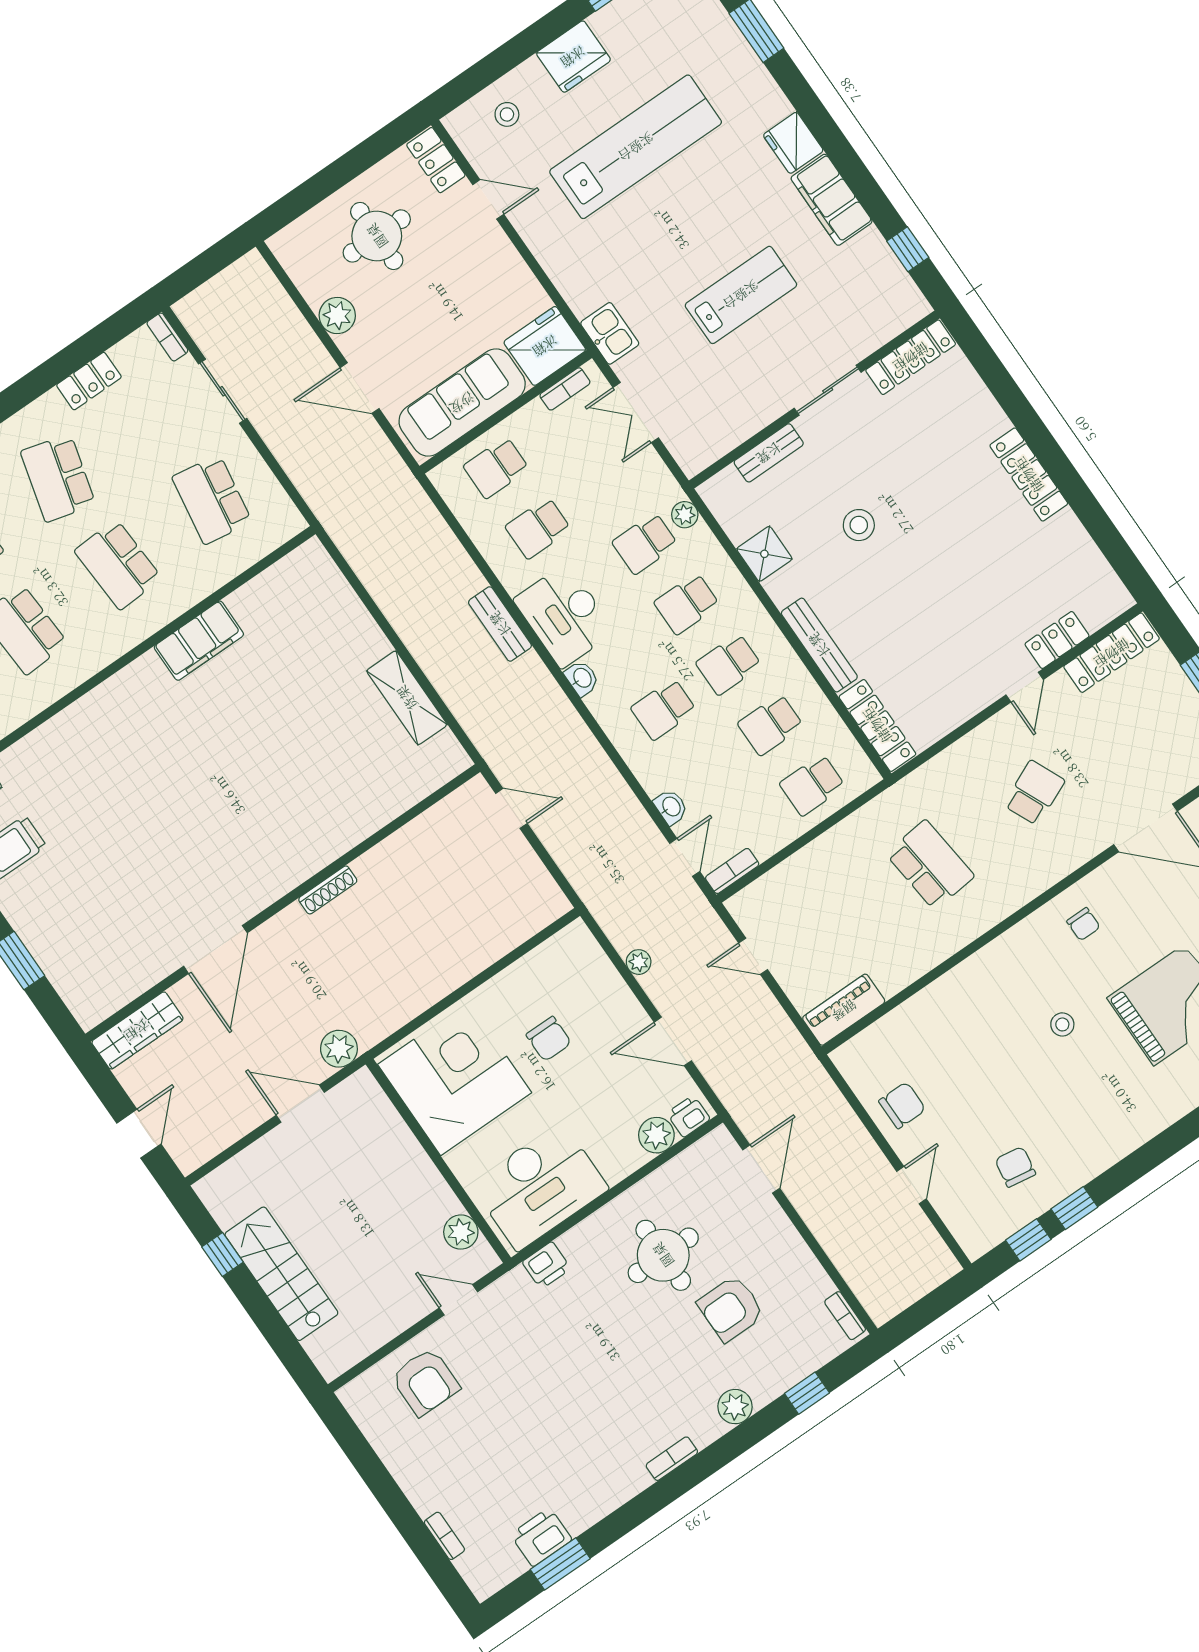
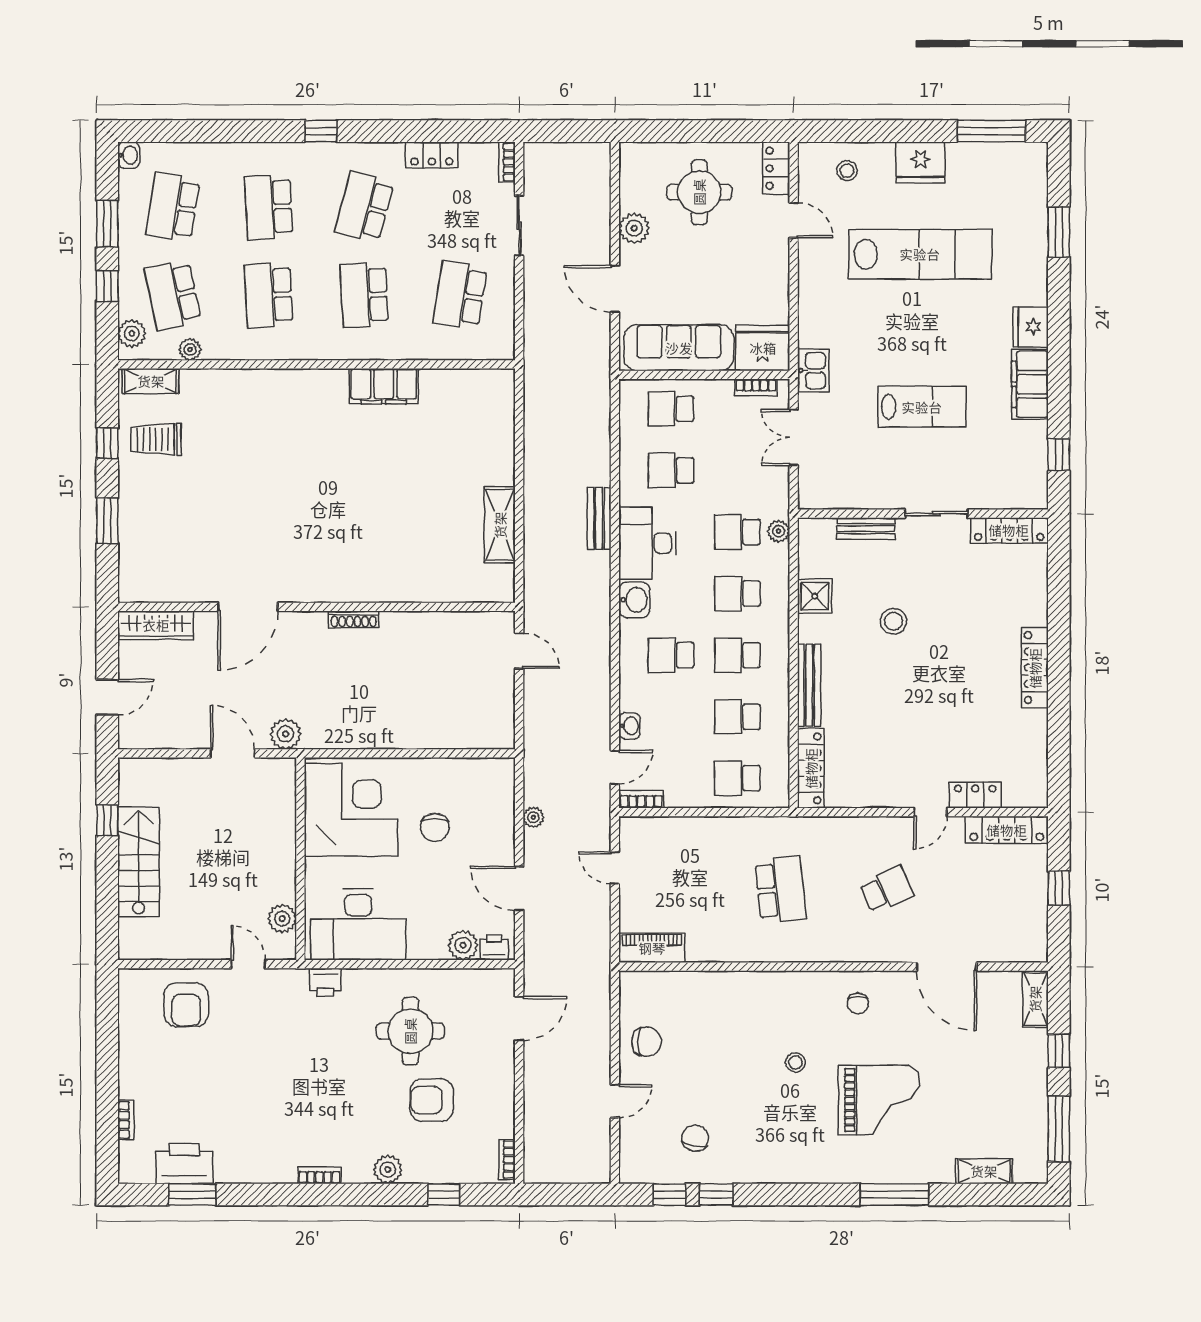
washbasin: (582, 678) -> (634, 600), width x1.38, depth x1.45
printer: (541, 1537) -> (184, 1164), width x1.37, depth x1.19

